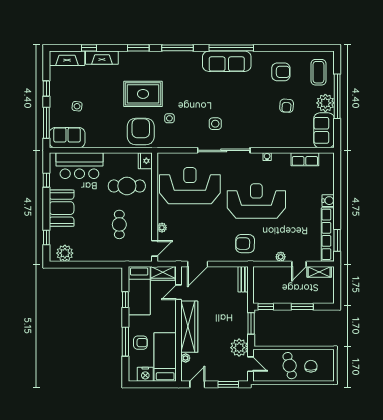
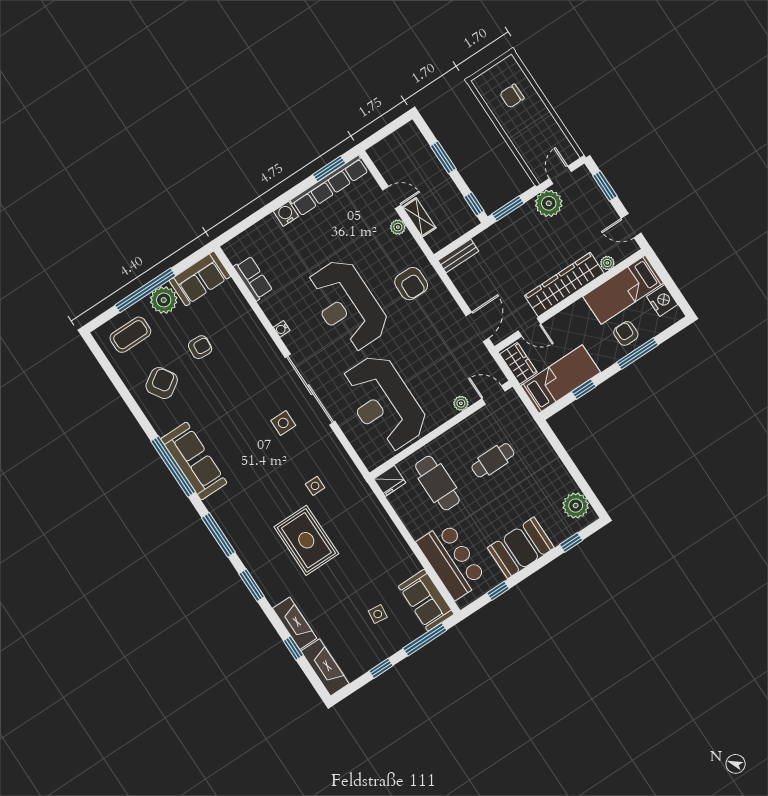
armchair: (281, 72) -> (162, 383), turned 57
armchair: (141, 131) -> (356, 511), removed
door: (198, 264) -> (477, 327), hinge flipped
shelving: (319, 272) -> (419, 217), moved
cafe table: (290, 366) -> (529, 124), removed

